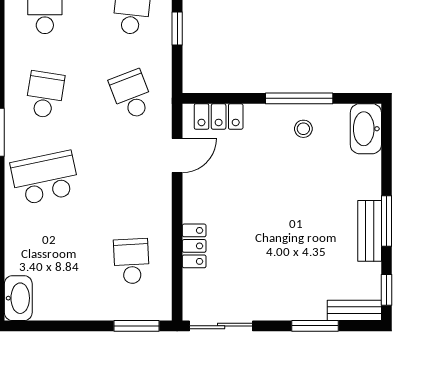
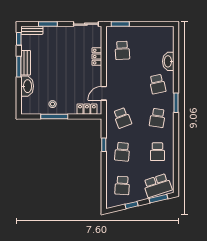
washbasin: (366, 129) -> (27, 86), moved
school desk: (45, 178) -> (157, 84), width x0.54
washbasin: (18, 298) -> (168, 61), moved

